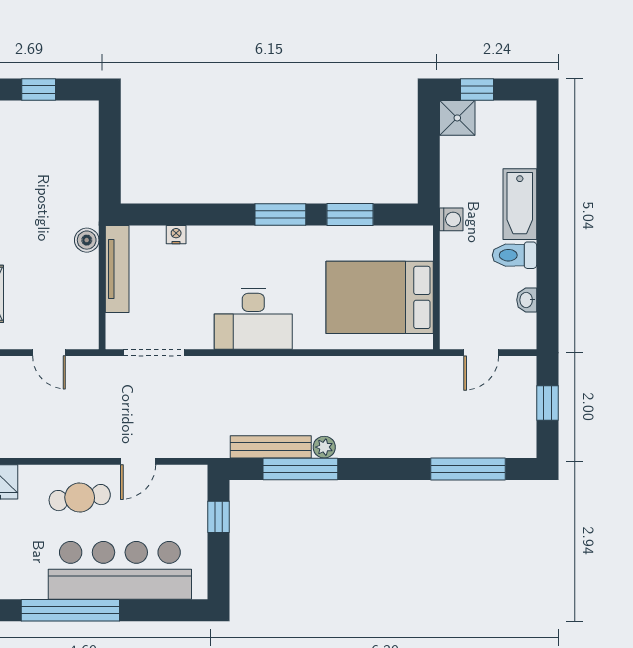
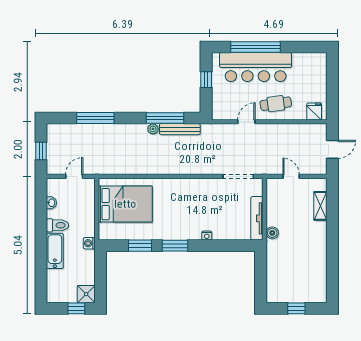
nightstand: (176, 235) -> (207, 236), moved
desk: (253, 319) -> (189, 193), removed
window: (468, 469) -> (95, 118), moved
window: (218, 517) -> (206, 80), moved
window: (70, 610) -> (256, 47), moved

